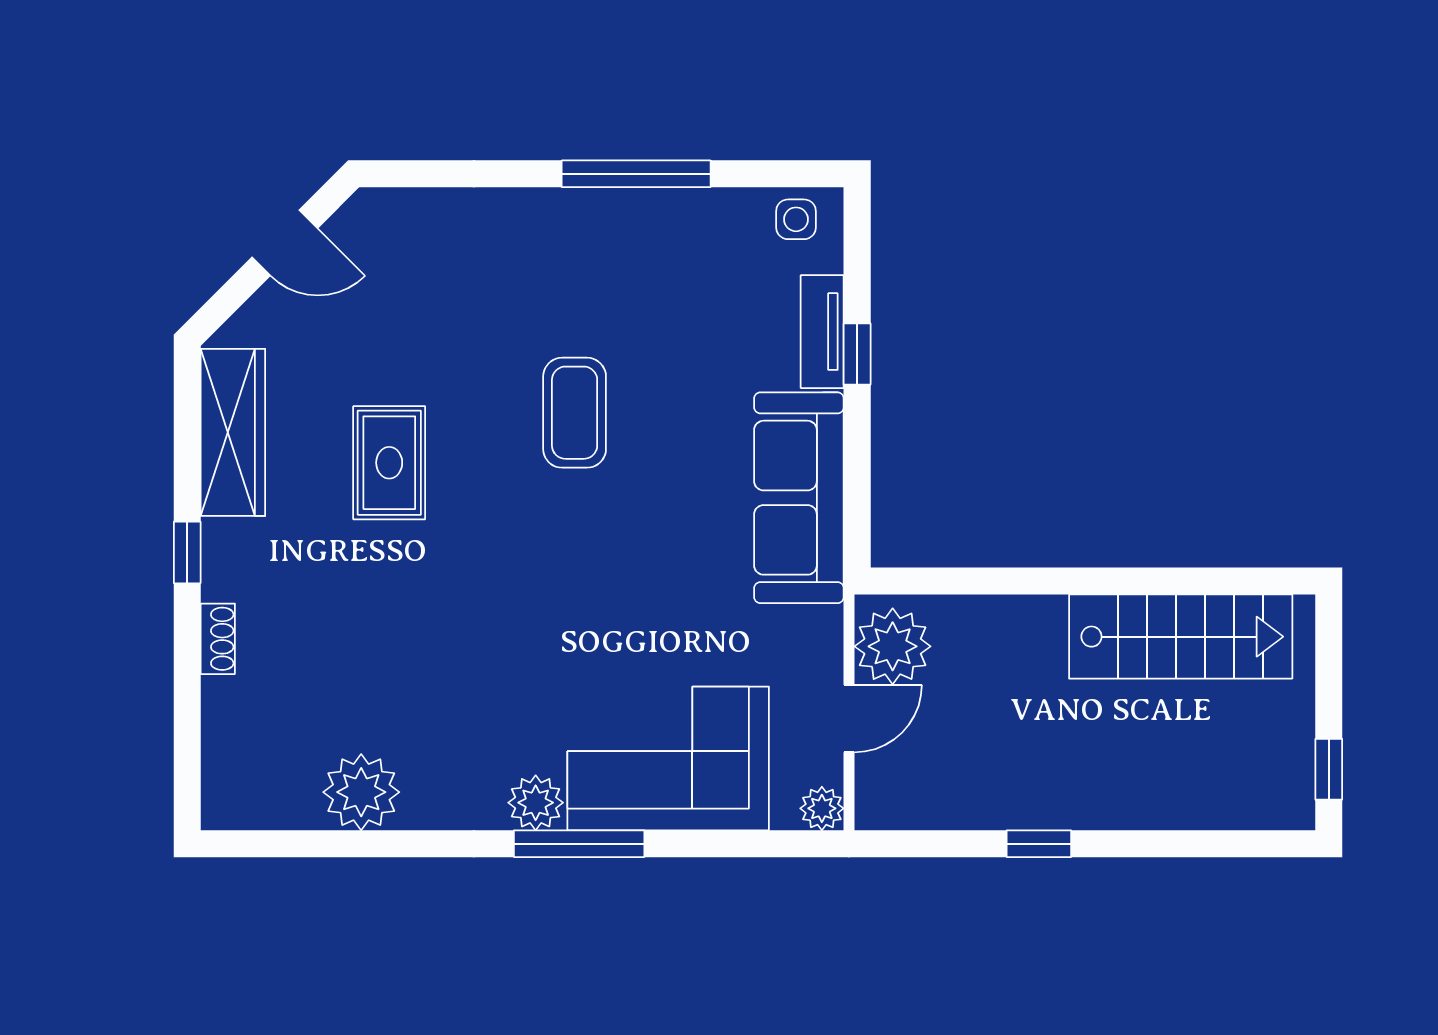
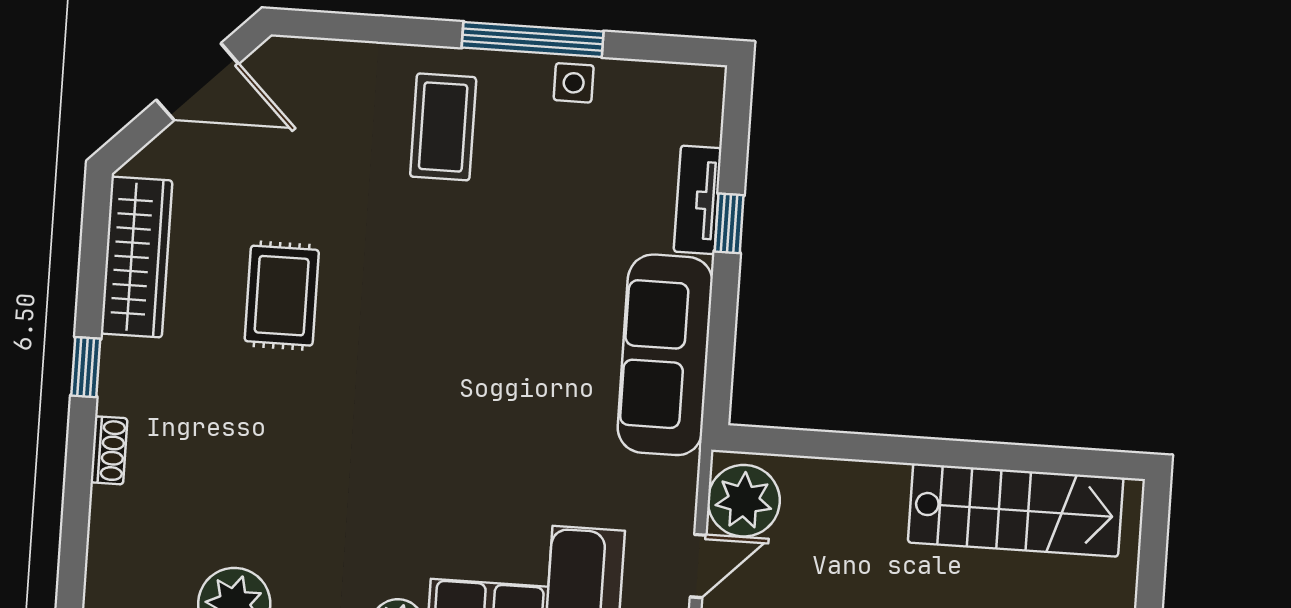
side table: (796, 219) -> (574, 83), moved
door: (285, 243) -> (197, 82), width x1.38
coffee table: (575, 413) -> (443, 127), moved

